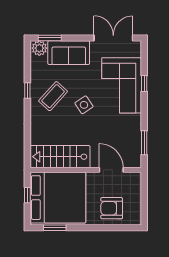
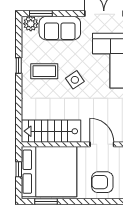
coffee table: (53, 96) -> (44, 71), turned 48

